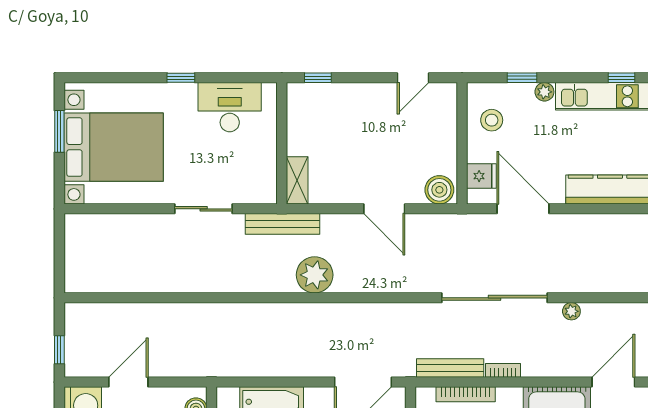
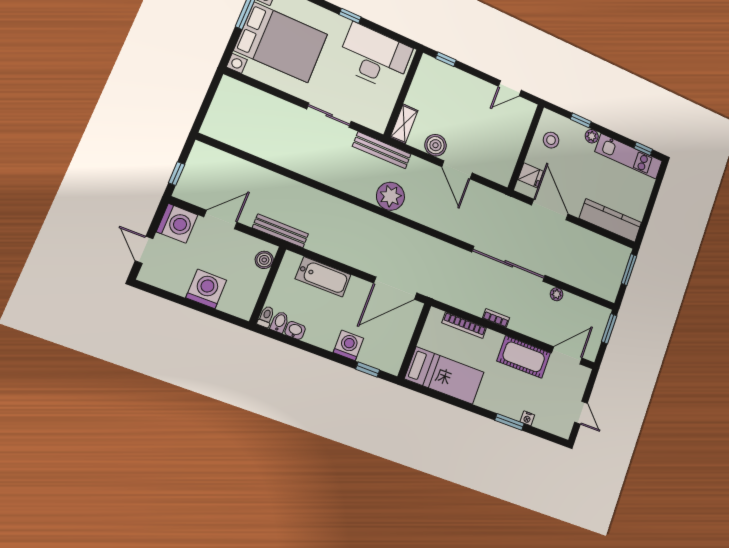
desk: (230, 107) -> (375, 57), width x1.36, depth x1.30
boiler: (439, 190) -> (436, 145), moved
bench: (450, 368) -> (280, 231), moved

